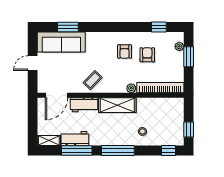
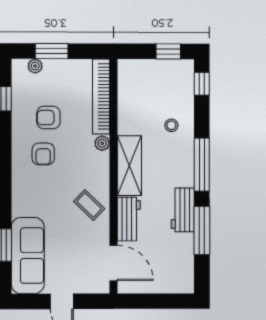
armchair: (125, 52) -> (43, 154), turned 90
workbench: (75, 139) -> (183, 210), moved
shelving: (49, 141) -> (186, 275), removed

